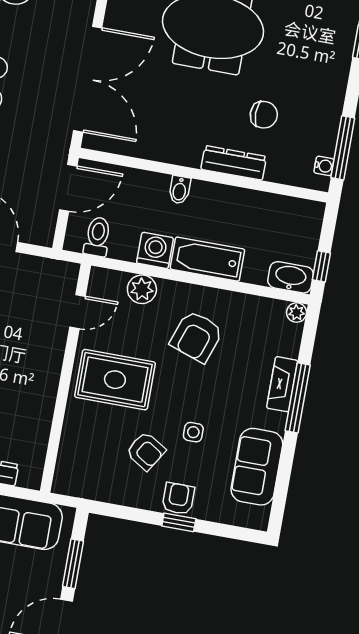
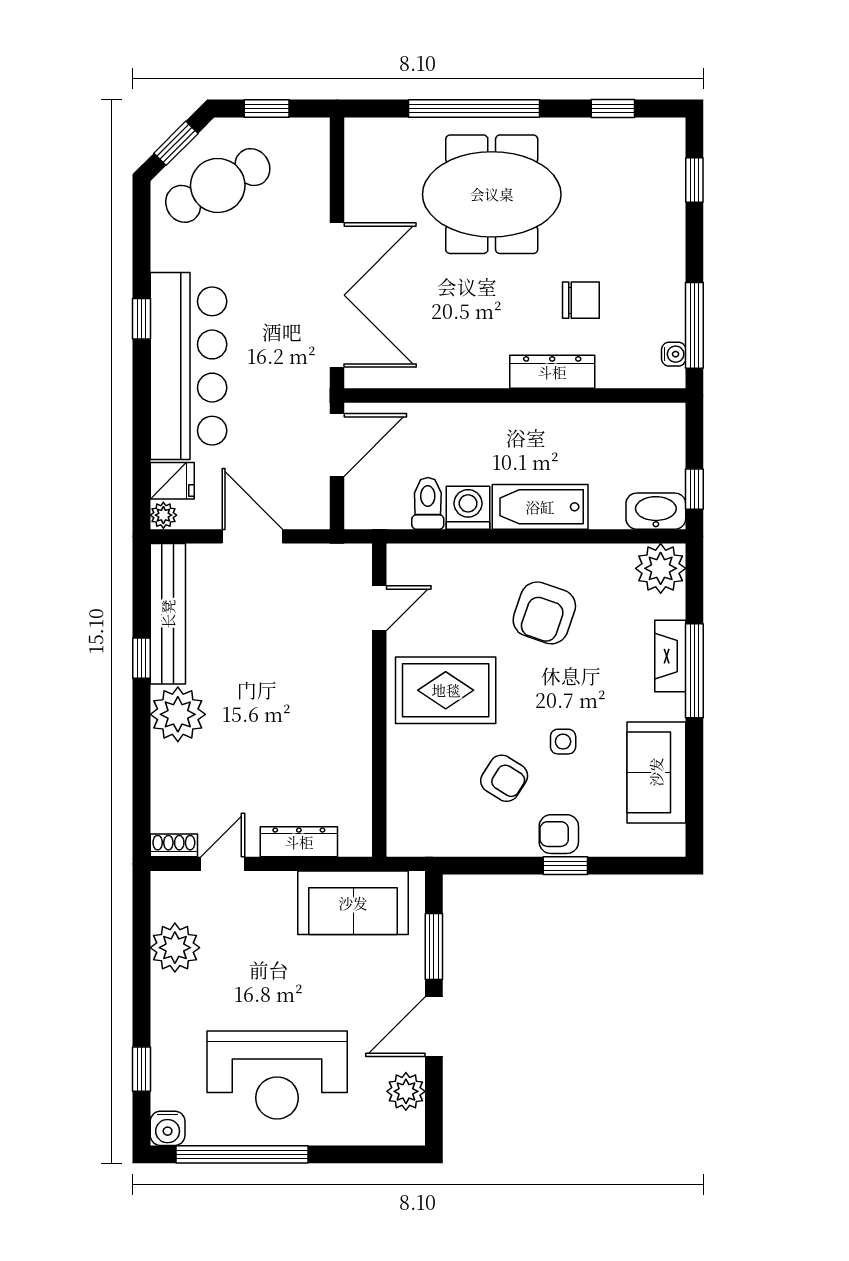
bidet: (180, 190) -> (486, 421), removed
toilet: (97, 237) -> (428, 503), moved
plant: (142, 289) -> (460, 563), removed
plant: (297, 312) -> (661, 568), width x1.88, depth x1.88
armchair: (178, 499) -> (559, 834), turned -90

